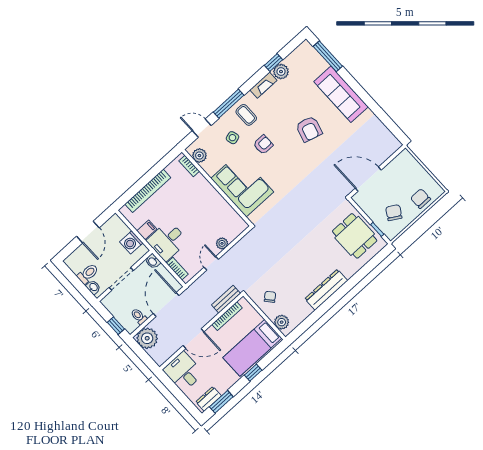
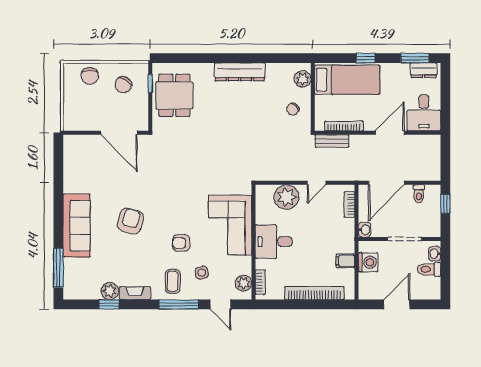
desk: (167, 241) -> (274, 242), moved, turned 180
plant: (222, 243) -> (286, 197), width x1.88, depth x1.88
plant: (147, 338) -> (429, 169), removed
door: (194, 339) -> (390, 133), hinge flipped

